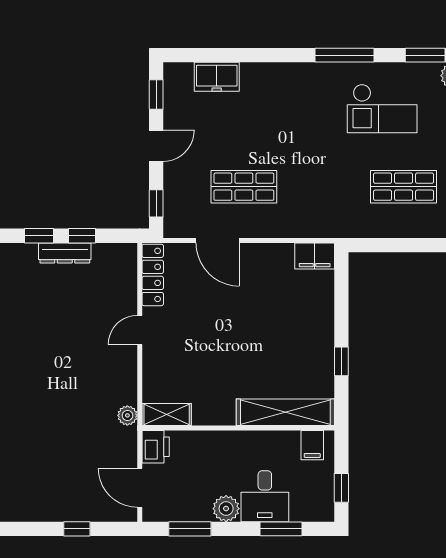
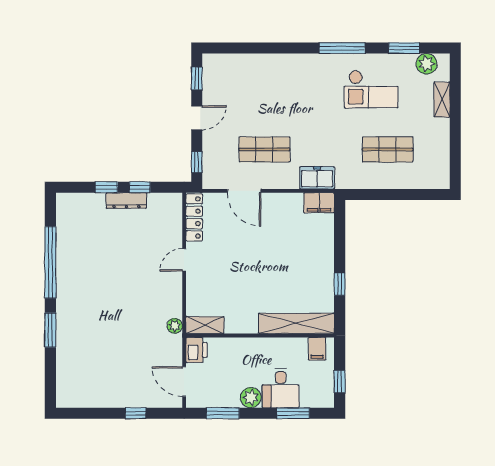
freezer: (217, 77) -> (317, 178), moved, turned 180

